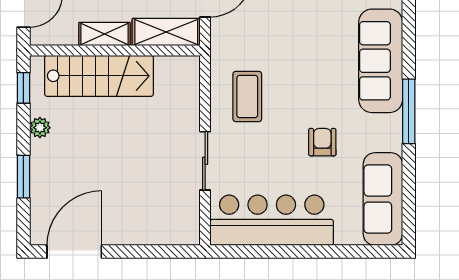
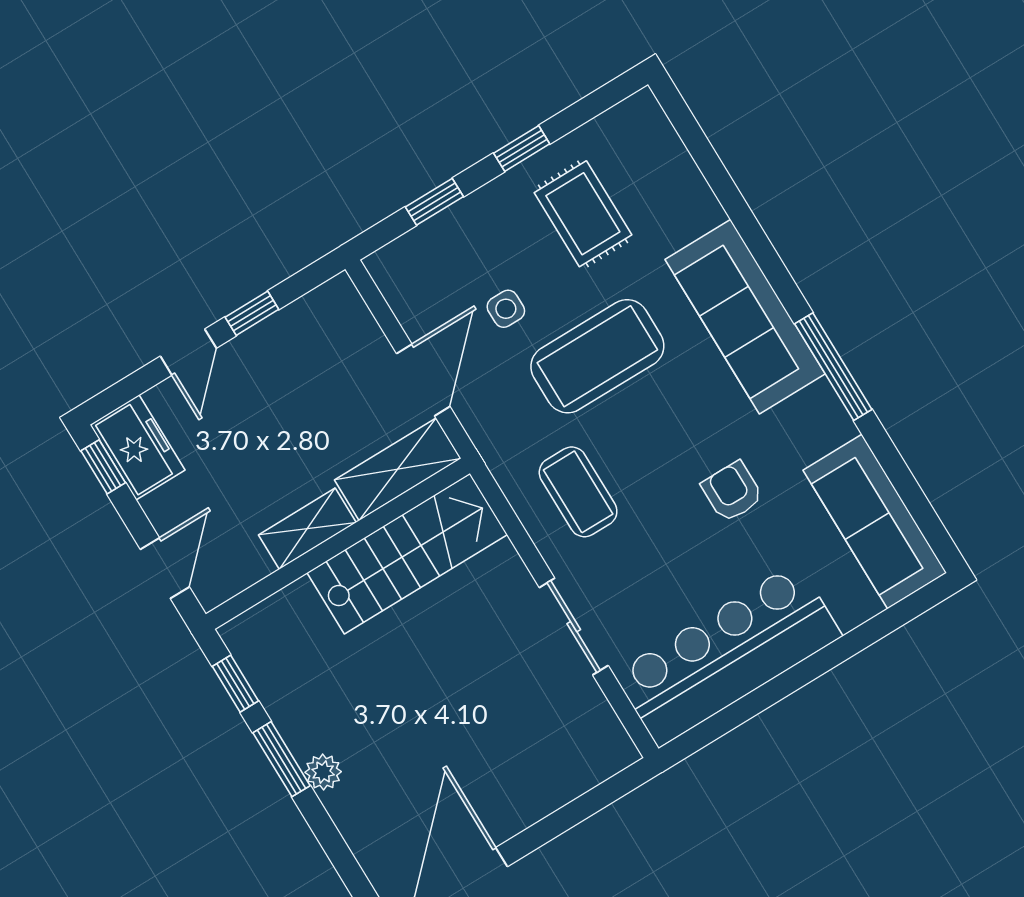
coffee table: (297, 36) -> (597, 356), added
stairs: (99, 76) -> (407, 554), moved
plant: (40, 128) -> (323, 772), moved
window: (23, 177) -> (281, 759), moved

